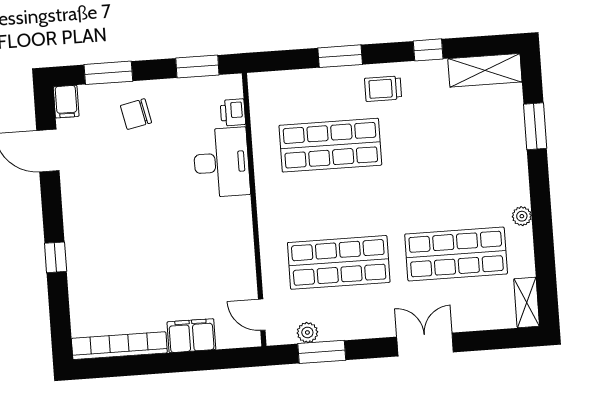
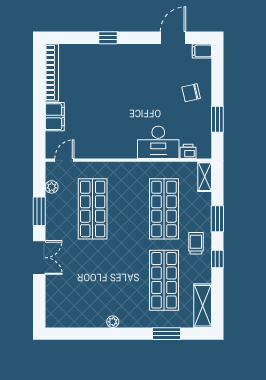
window: (428, 50) -> (217, 259), moved
window: (197, 66) -> (217, 119), moved
window: (108, 73) -> (217, 78), removed
chair: (136, 114) -> (191, 93), turned -91
shop shelf: (456, 254) -> (164, 280), moved
shelving: (527, 302) -> (205, 177), moved, turned 90
window: (322, 352) -> (39, 211), moved

